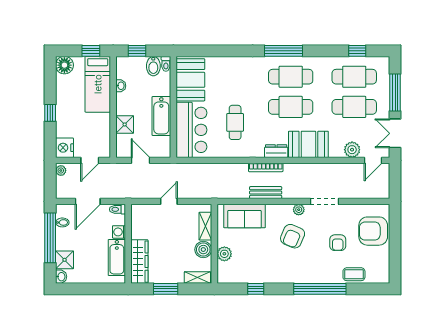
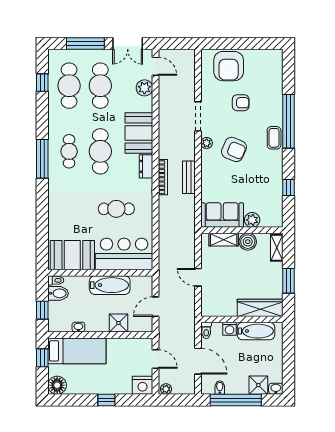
cafe table: (291, 77) -> (69, 151), width x0.73, depth x0.74
sofa: (244, 216) -> (222, 215), moved, turned -90
coffee table: (354, 274) -> (274, 138), moved

